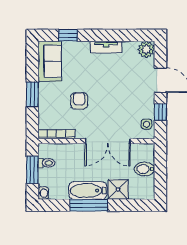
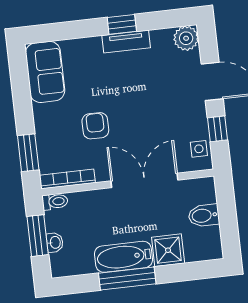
window: (68, 35) -> (122, 24), moved
window: (32, 94) -> (28, 153), moved
double door: (108, 141) -> (144, 180), swing flipped
toilet: (46, 163) -> (55, 202), moved
washbasin: (43, 193) -> (55, 242), moved

